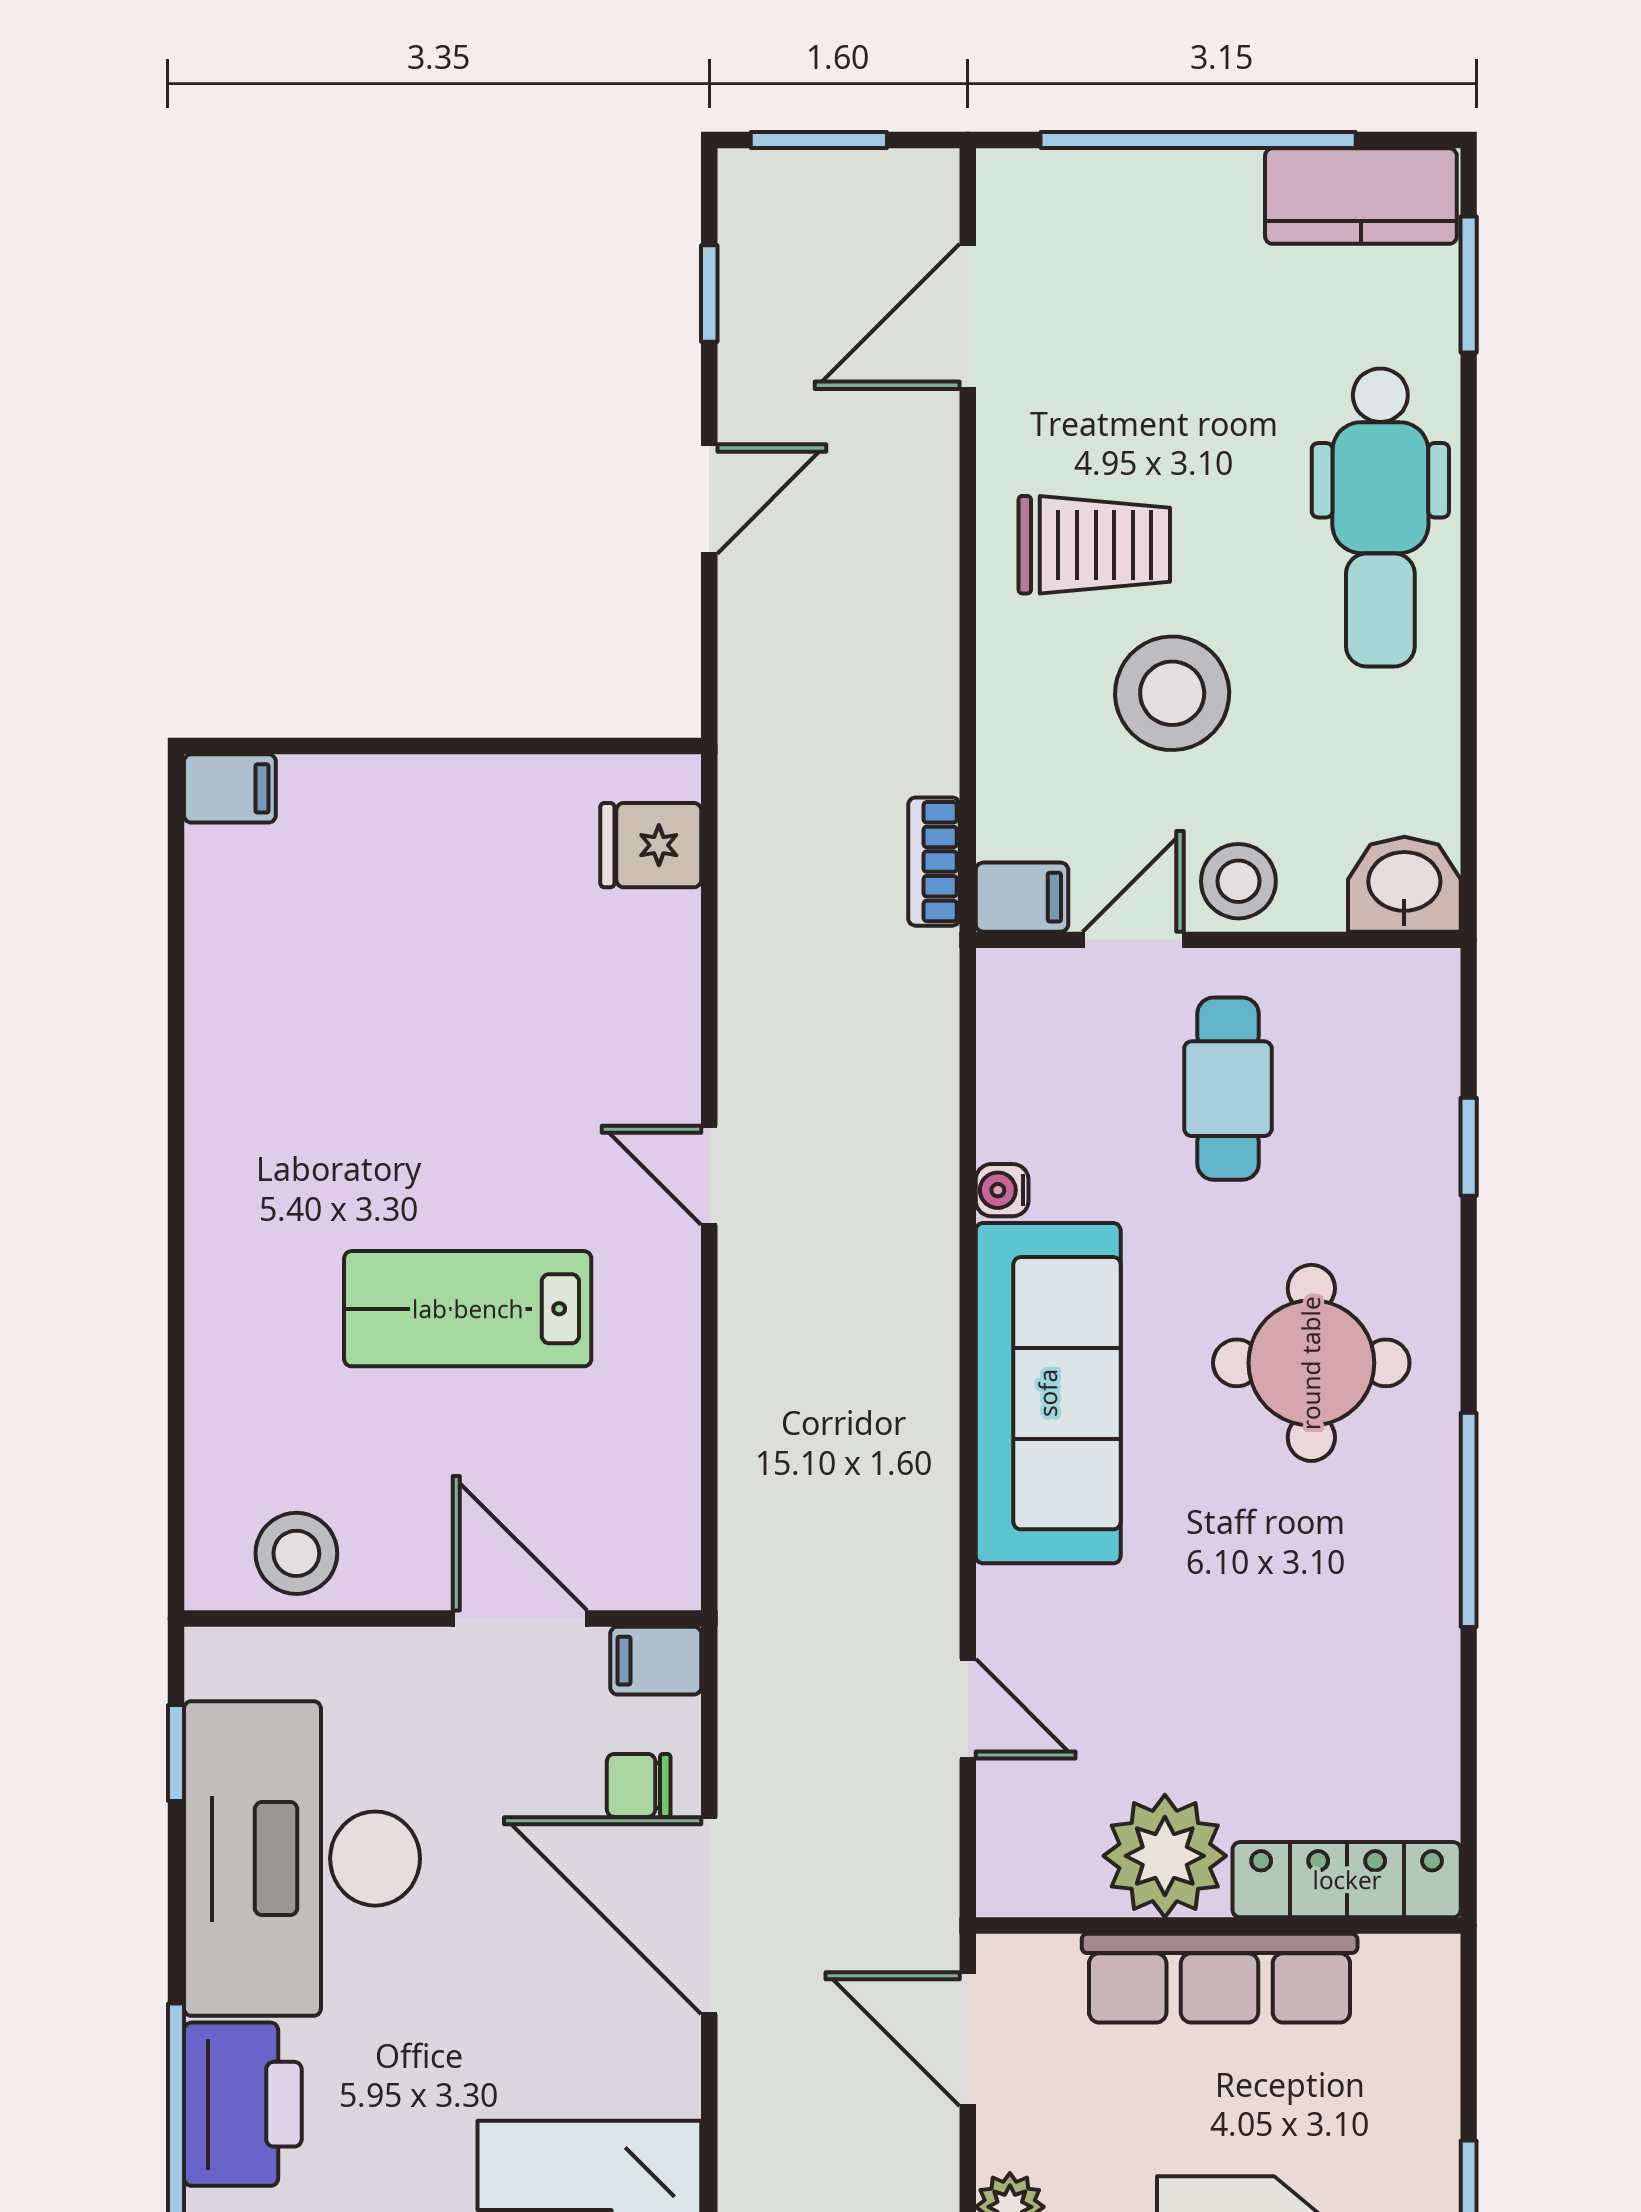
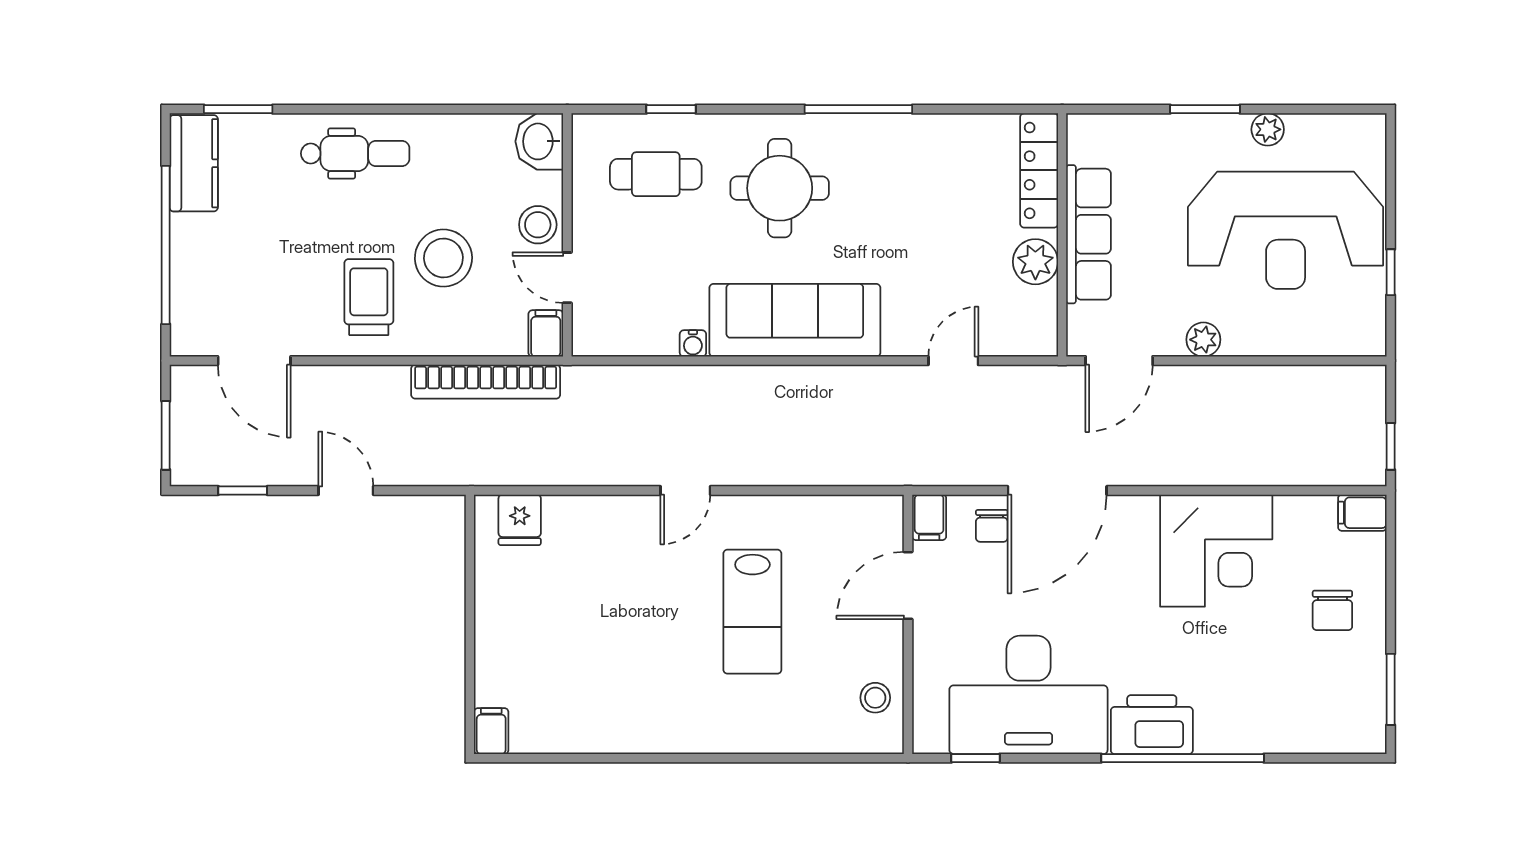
dental chair: (1380, 518) -> (355, 153), width x0.73, depth x0.72
bookcase: (934, 862) -> (486, 382), width x2.31, depth x1.31
cafe table: (1228, 1089) -> (656, 174), moved
stool: (296, 1553) -> (875, 698), width x0.73, depth x0.73
plant: (1165, 1856) -> (1035, 262), width x0.73, depth x0.73

